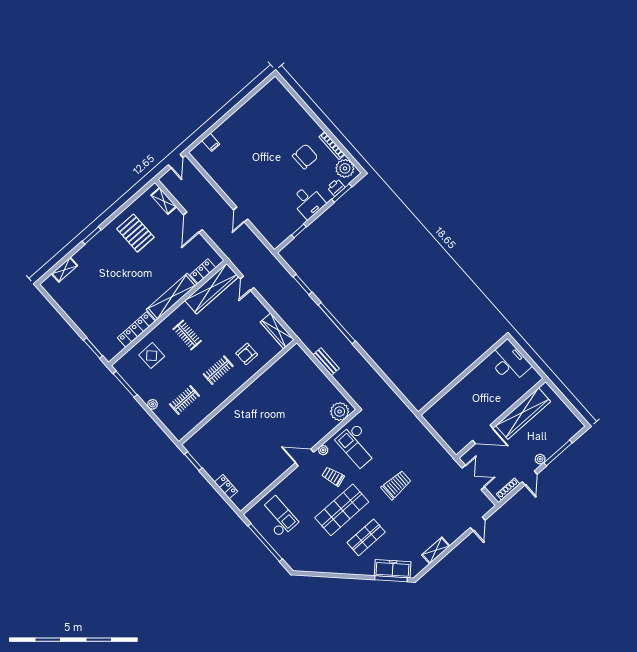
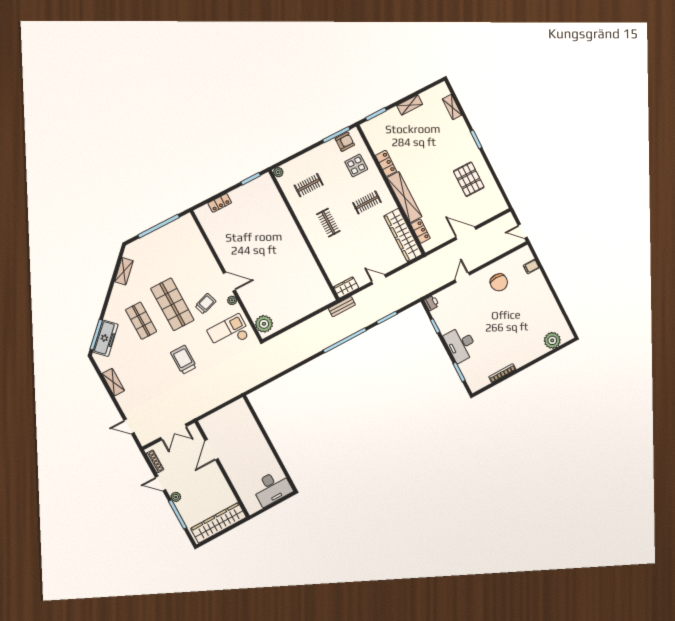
chair: (305, 156) -> (499, 282), moved
plant: (345, 168) -> (552, 340), moved
printer: (336, 187) -> (432, 303), moved
shelving: (164, 201) -> (410, 105), moved
desk: (308, 202) -> (461, 344), width x1.37
door: (241, 214) -> (462, 277), hinge flipped
pallet: (135, 233) -> (469, 179), turned 90
door: (247, 283) -> (379, 279), moved
locker: (136, 329) -> (386, 163), width x0.66
wardrobe: (277, 331) -> (346, 287), width x0.67
armchair: (247, 354) -> (345, 142), moved, turned 90
bench: (326, 362) -> (342, 307), moved
clothes rail: (185, 400) -> (309, 185), turned 90
plant: (153, 404) -> (278, 172), moved
wardrobe: (523, 414) -> (218, 523), moved, turned 90
door: (305, 457) -> (229, 282), hinge flipped
trolley: (396, 485) -> (184, 360), turned 180
checkout: (278, 517) -> (180, 244), removed
shelving: (320, 566) -> (124, 271), added

